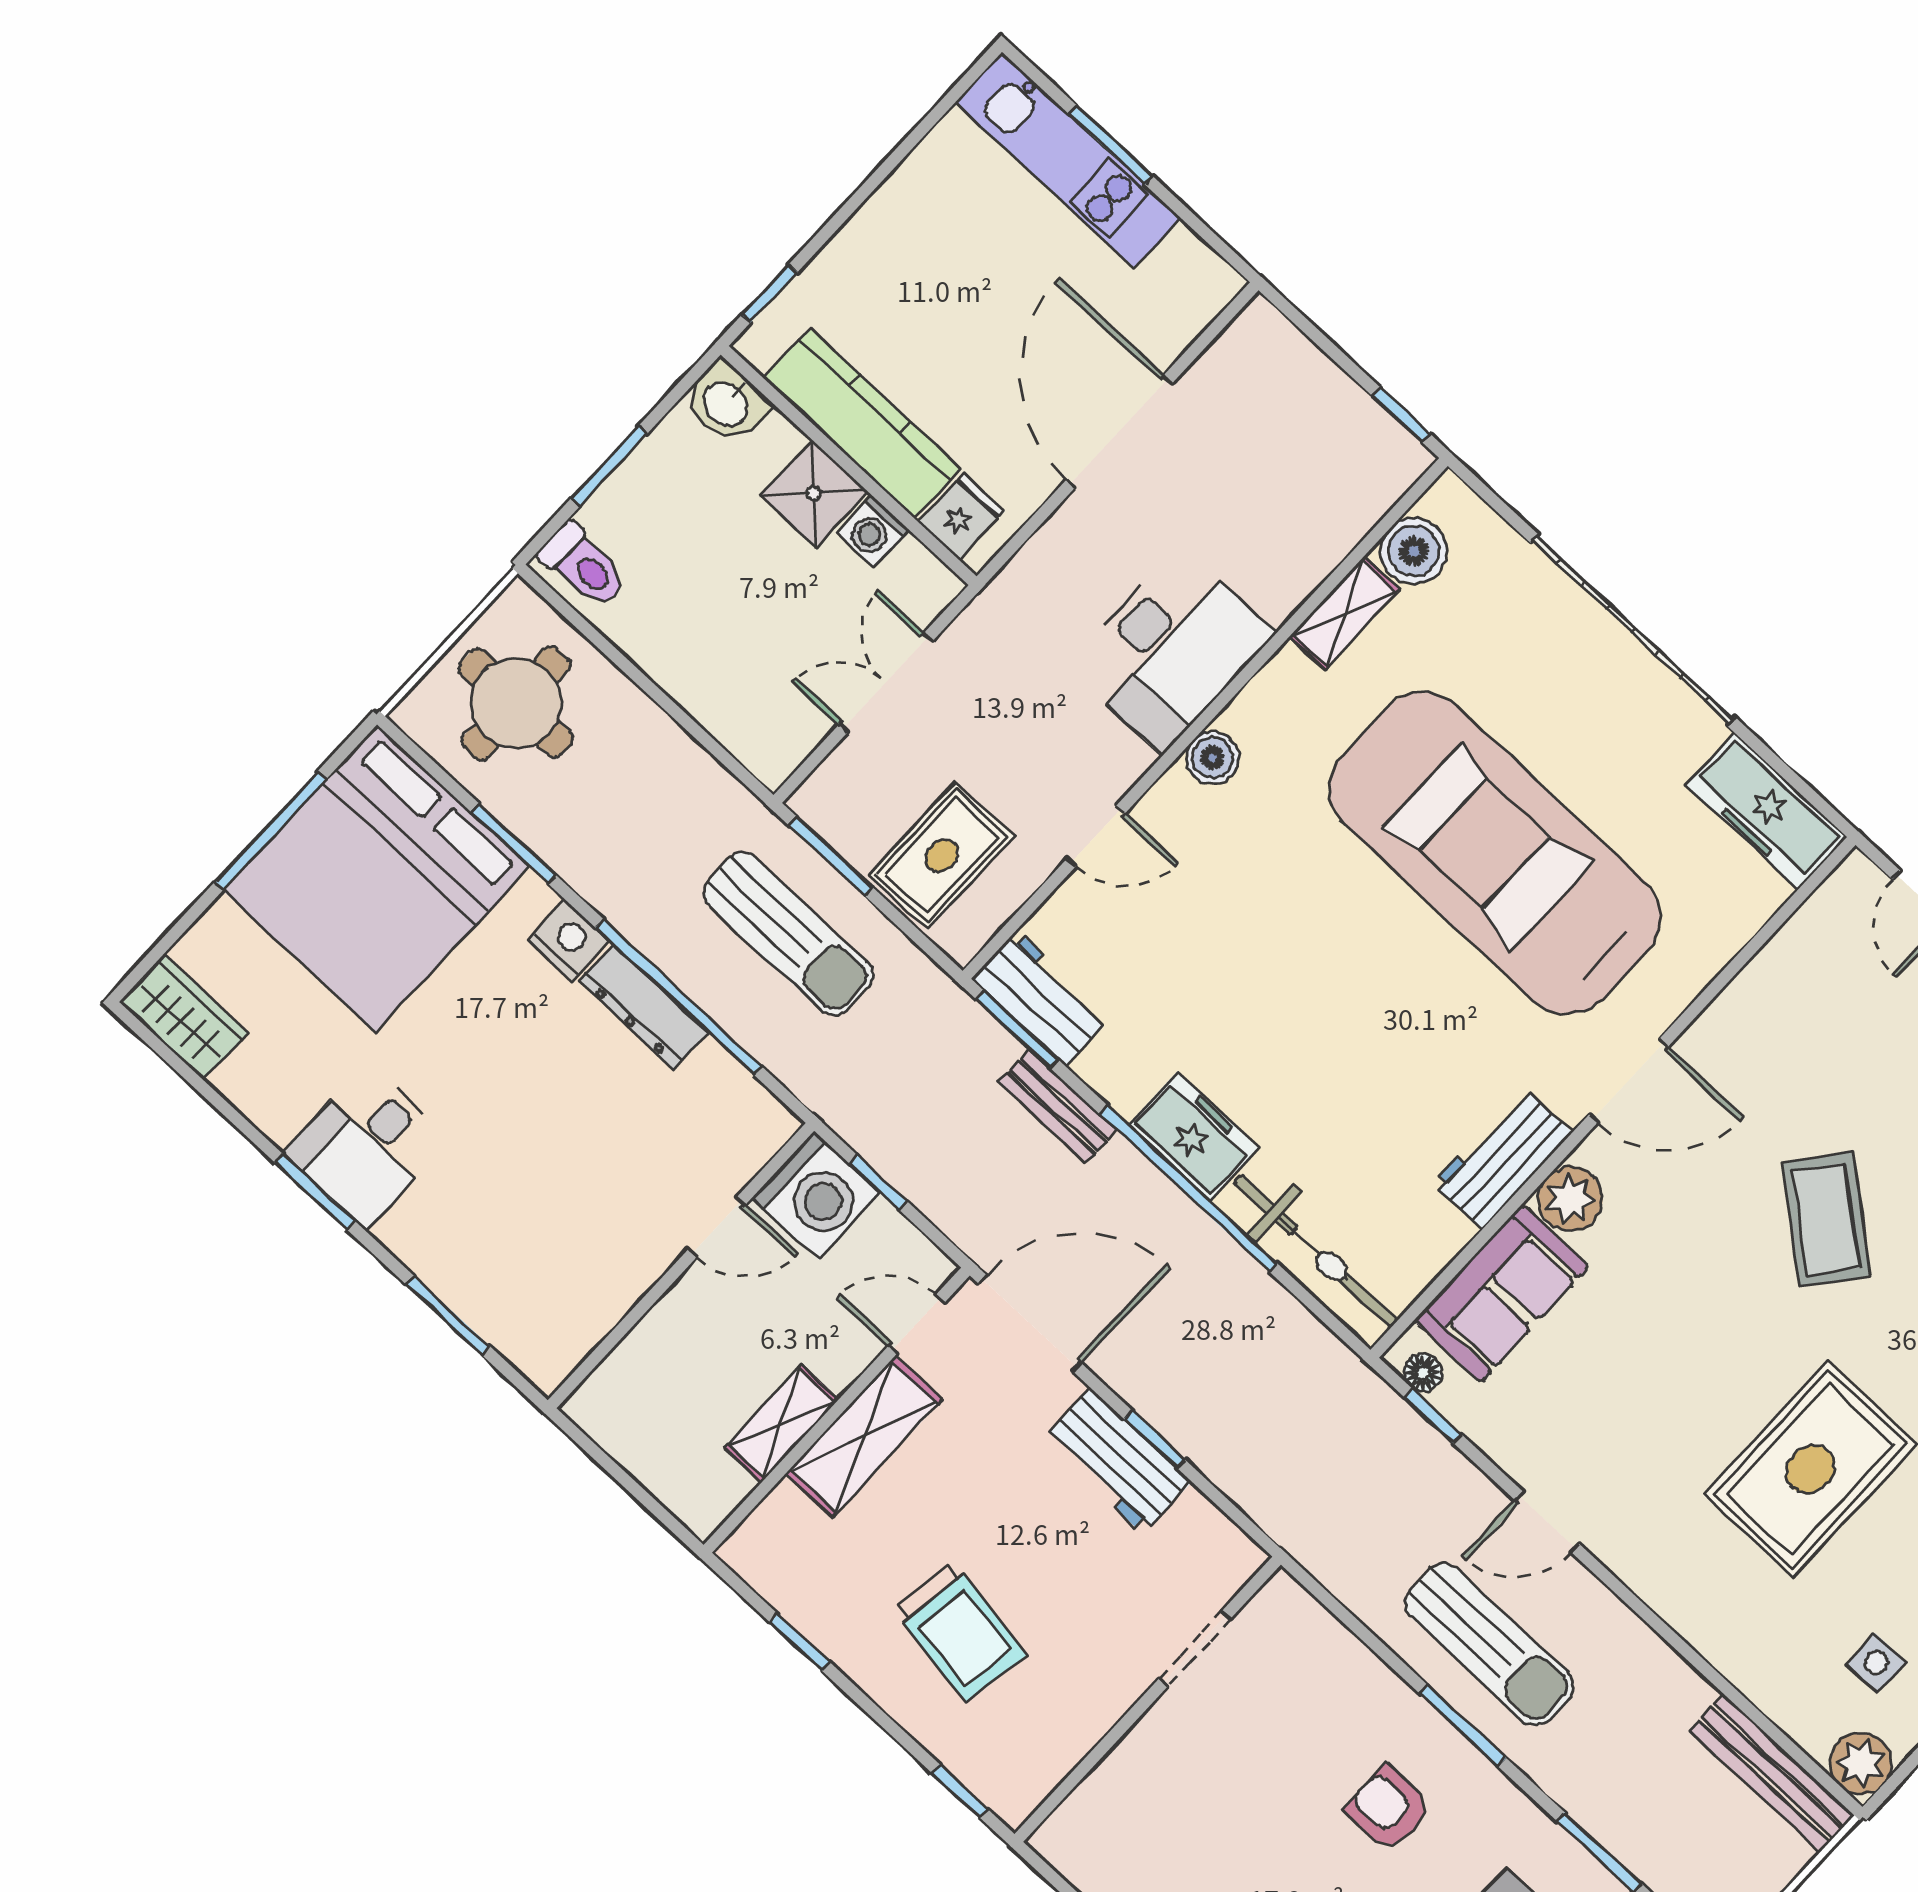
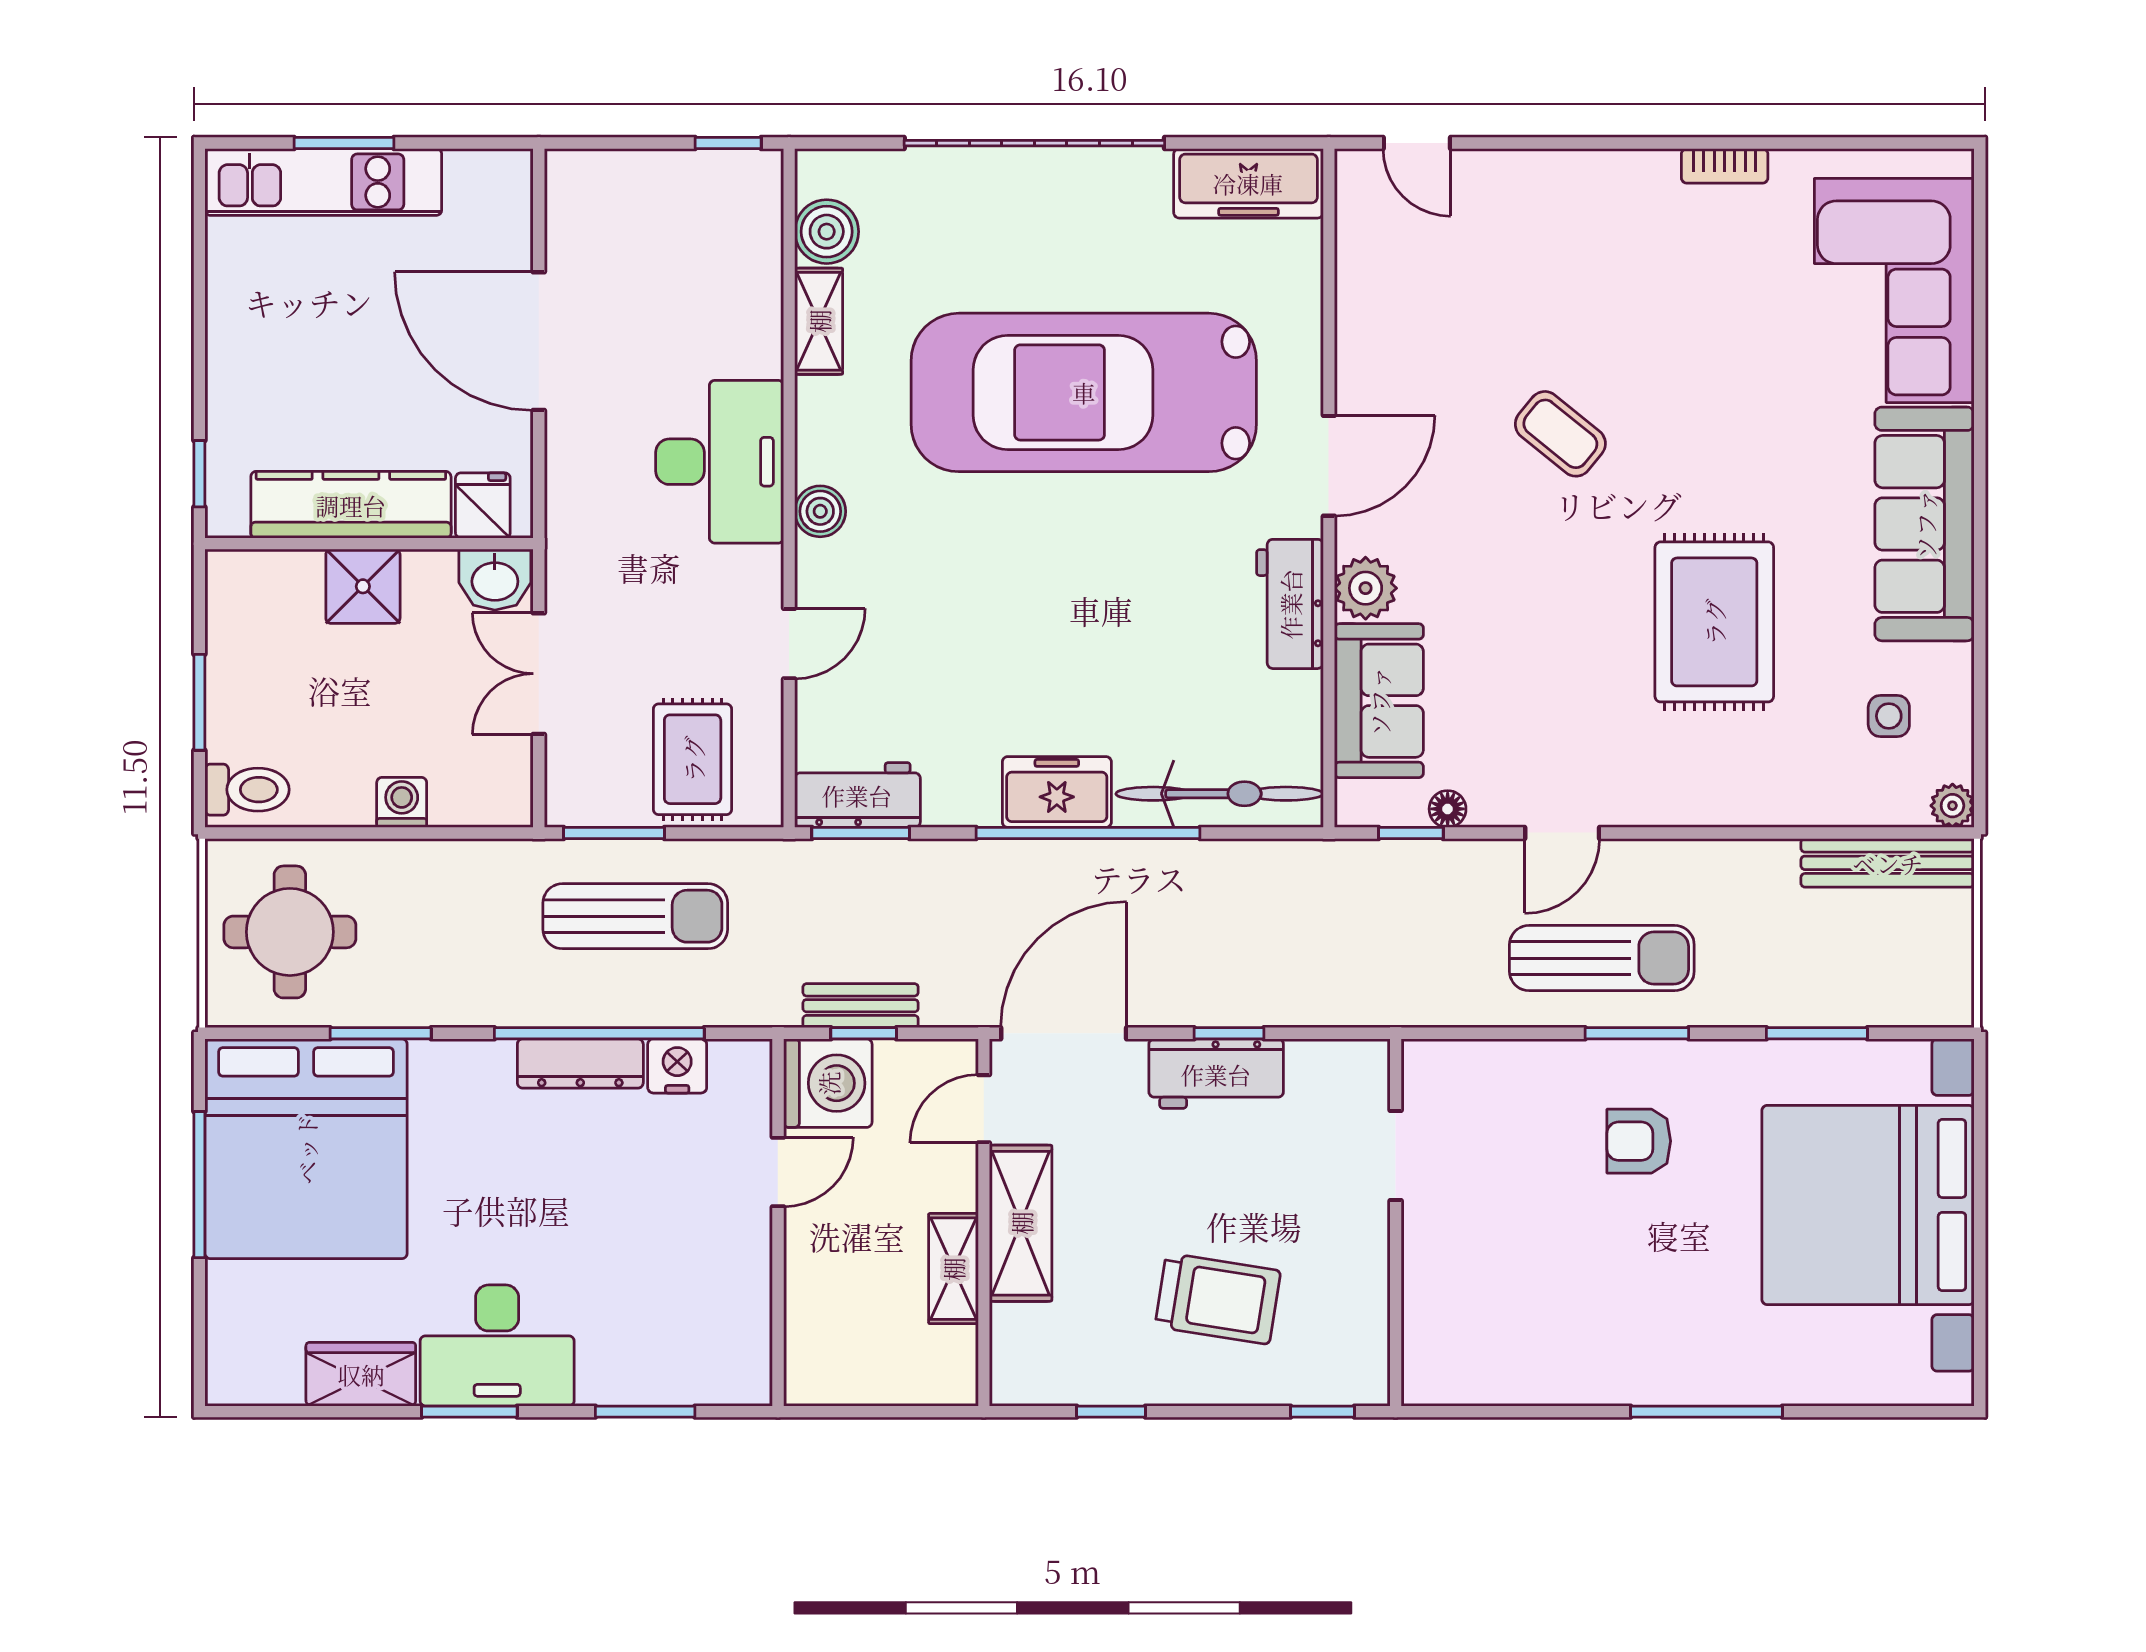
washbasin: (727, 403) -> (495, 580), moved
washing machine: (873, 531) -> (402, 802), moved, turned 180
nightstand: (568, 940) -> (677, 1066), moved
wardrobe: (184, 1018) -> (361, 1374), moved
bench: (1058, 1106) -> (861, 1006), moved
desk: (367, 1147) -> (497, 1346), width x1.37
coffee table: (1826, 1219) -> (1560, 434), width x0.73, depth x0.77
floor lamp: (1423, 1373) -> (1448, 809), moved
plant: (1861, 1763) -> (1952, 806), width x0.73, depth x0.73

